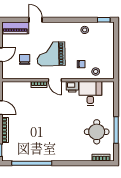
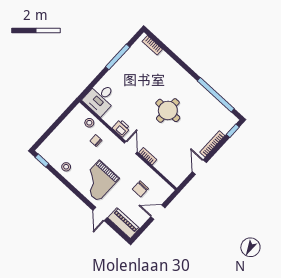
grand piano: (51, 54) -> (99, 181), moved, turned 91
desk: (90, 93) -> (100, 99), moved
round table: (97, 132) -> (168, 110), moved

